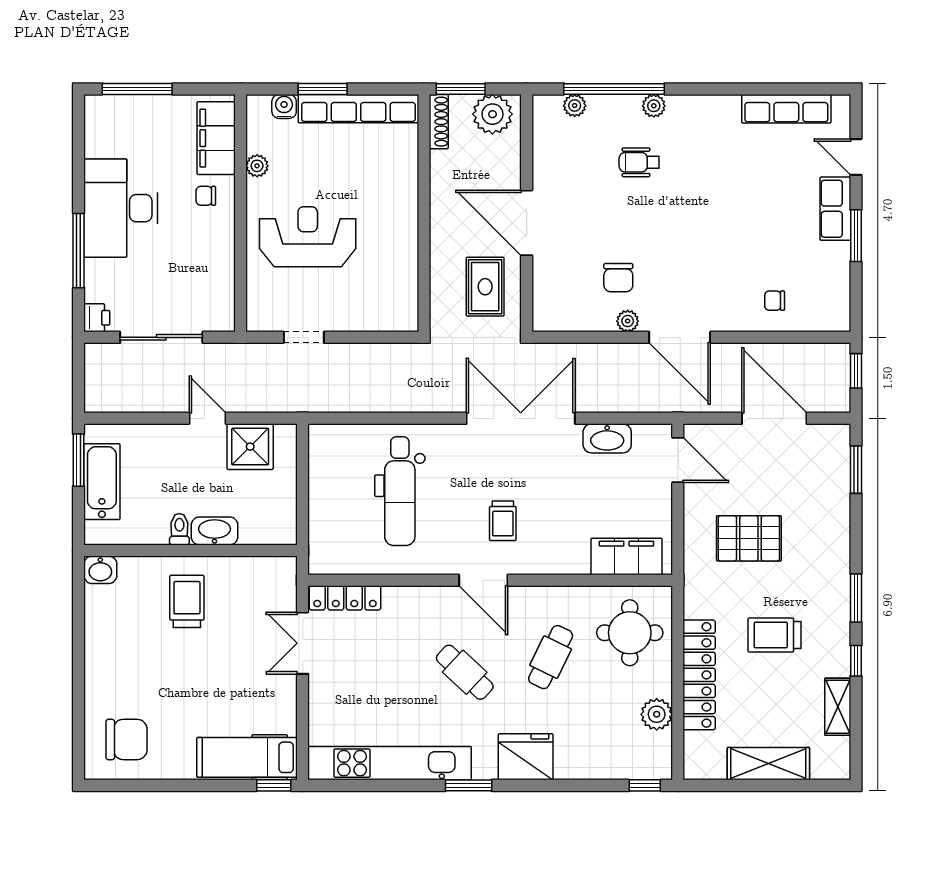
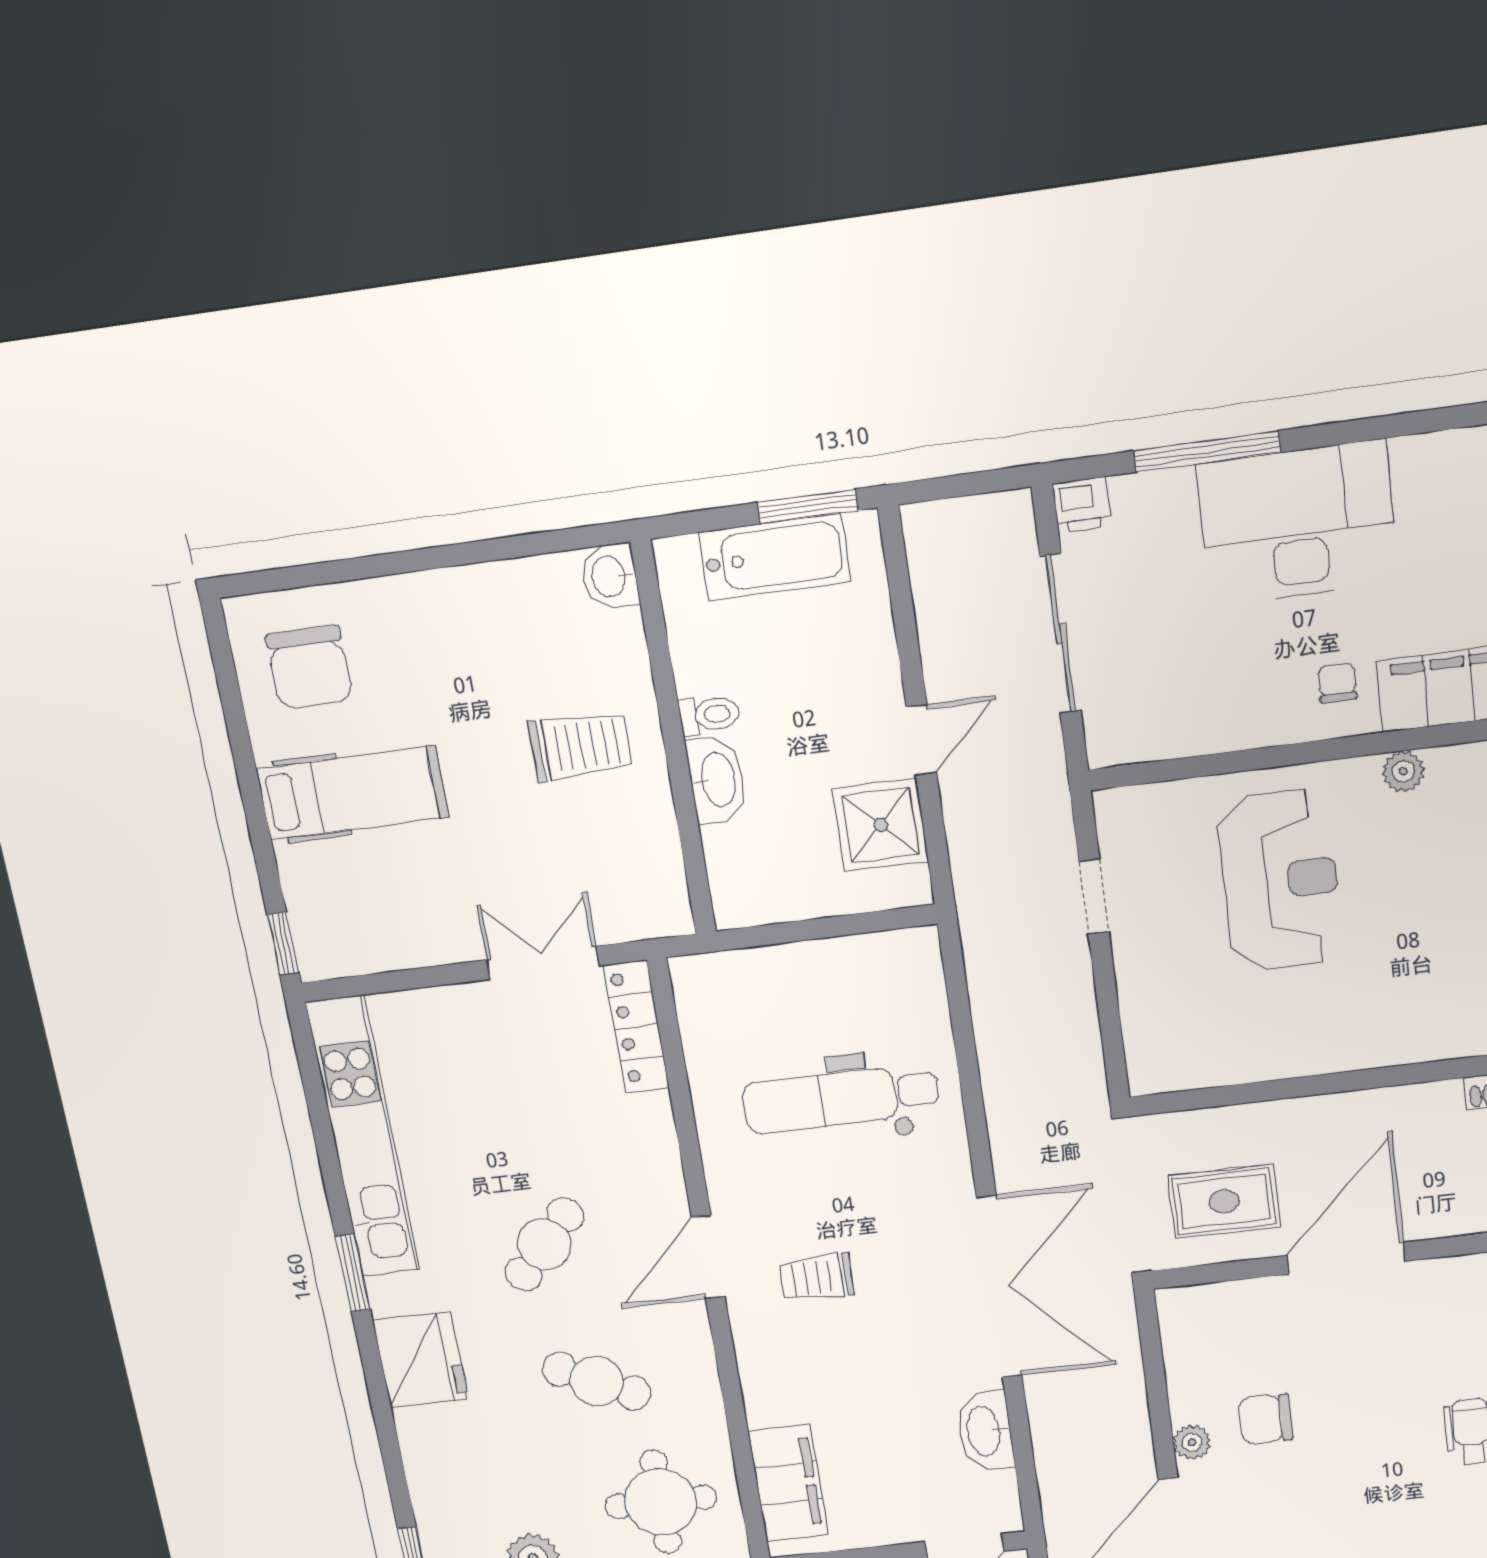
hospital bed: (247, 757) -> (352, 793), moved, turned 90

